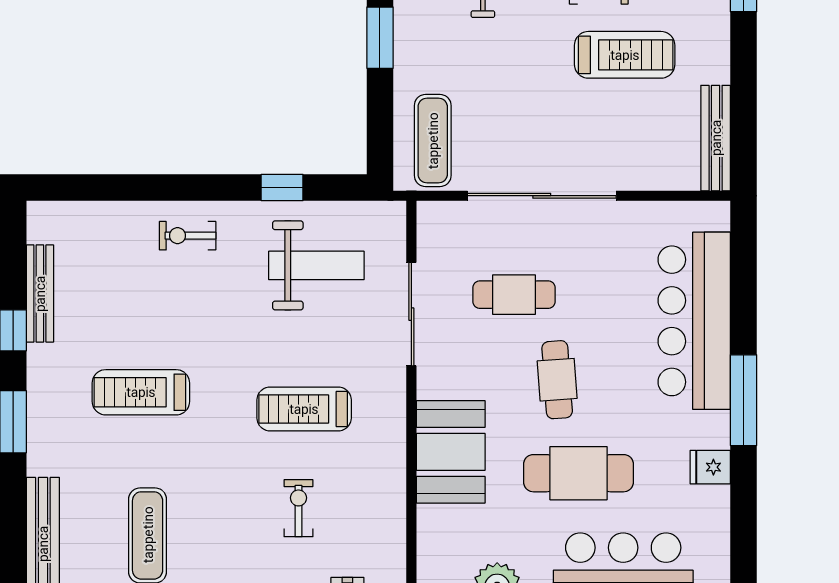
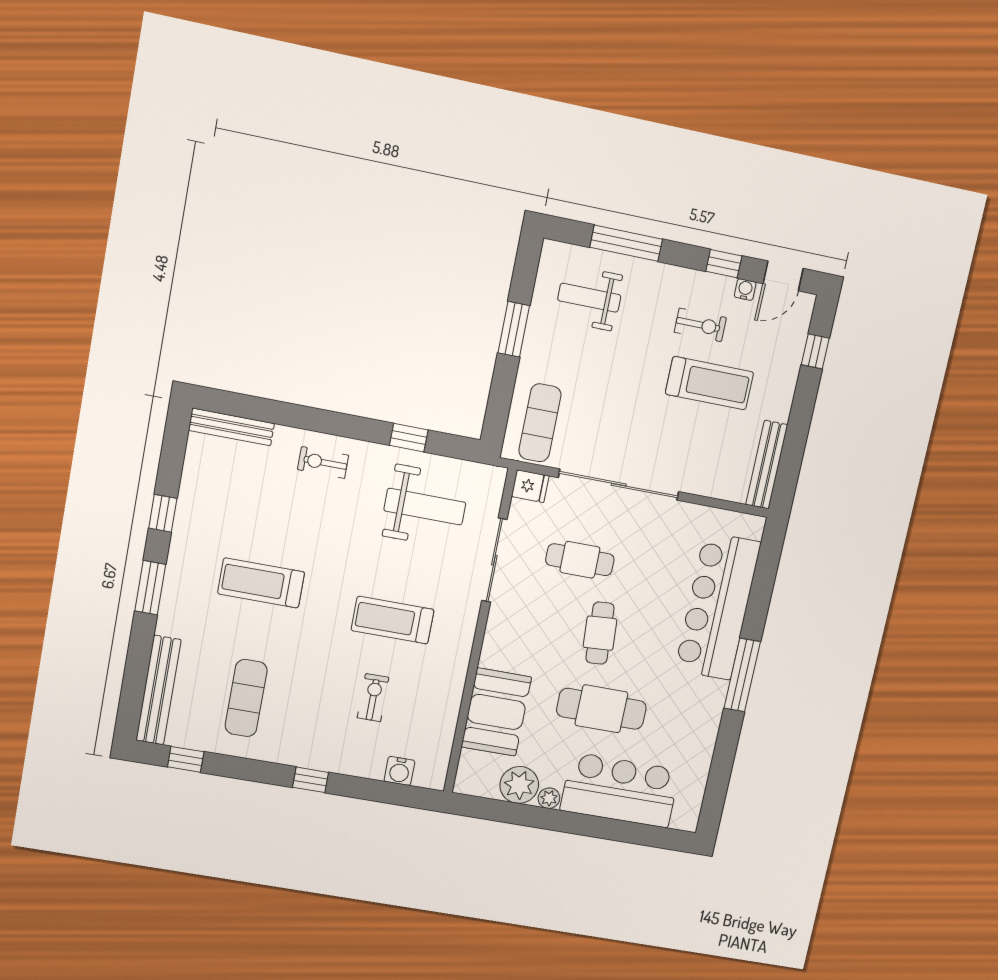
bench: (40, 294) -> (232, 427), moved, turned 90
booth: (451, 452) -> (496, 712), moved
fridge: (710, 467) -> (530, 486), moved, turned 180

